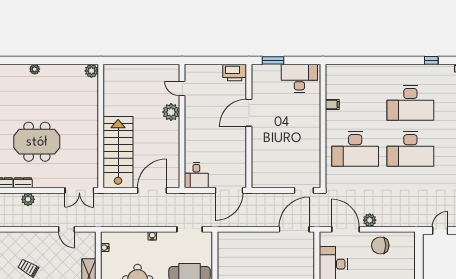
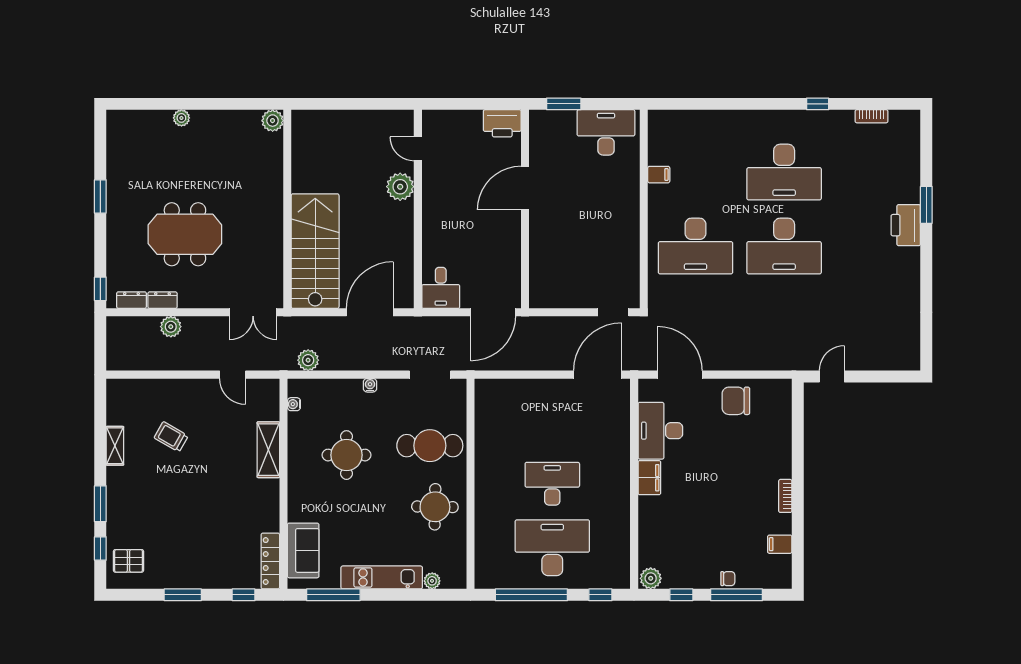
plant: (370, 220) -> (308, 360), moved

